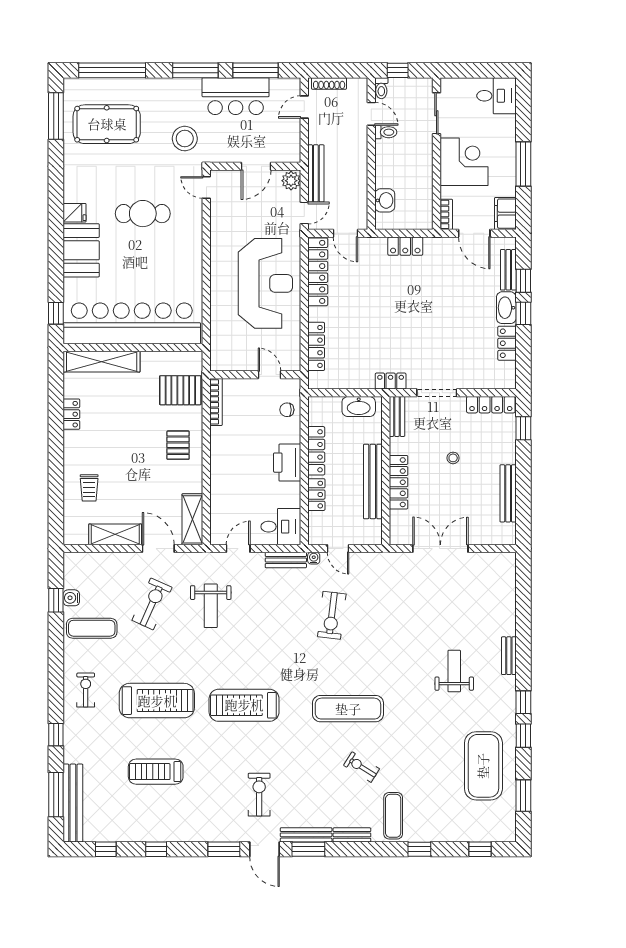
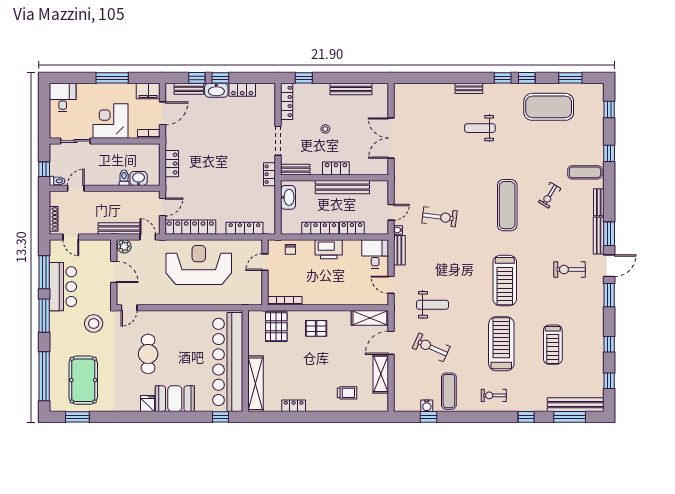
window: (56, 116) -> (77, 417), width x0.69
toilet: (386, 132) -> (124, 178), moved
locker: (399, 482) -> (336, 168), width x0.66

